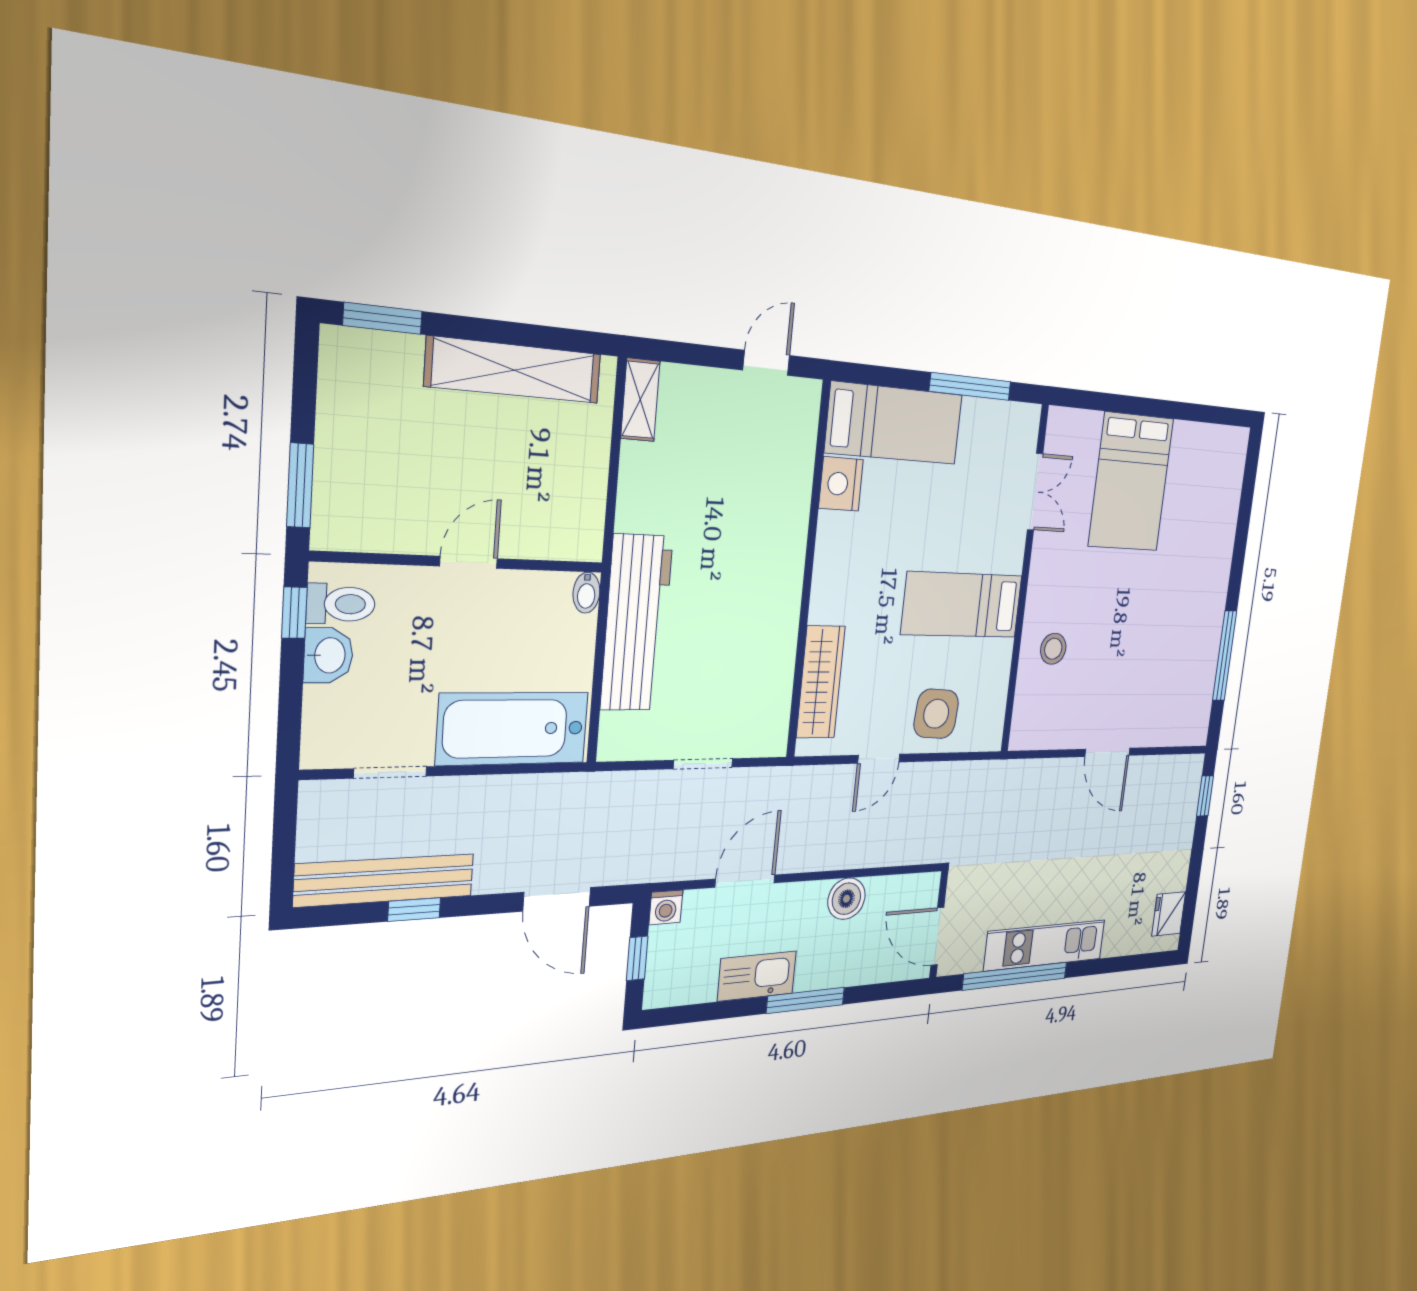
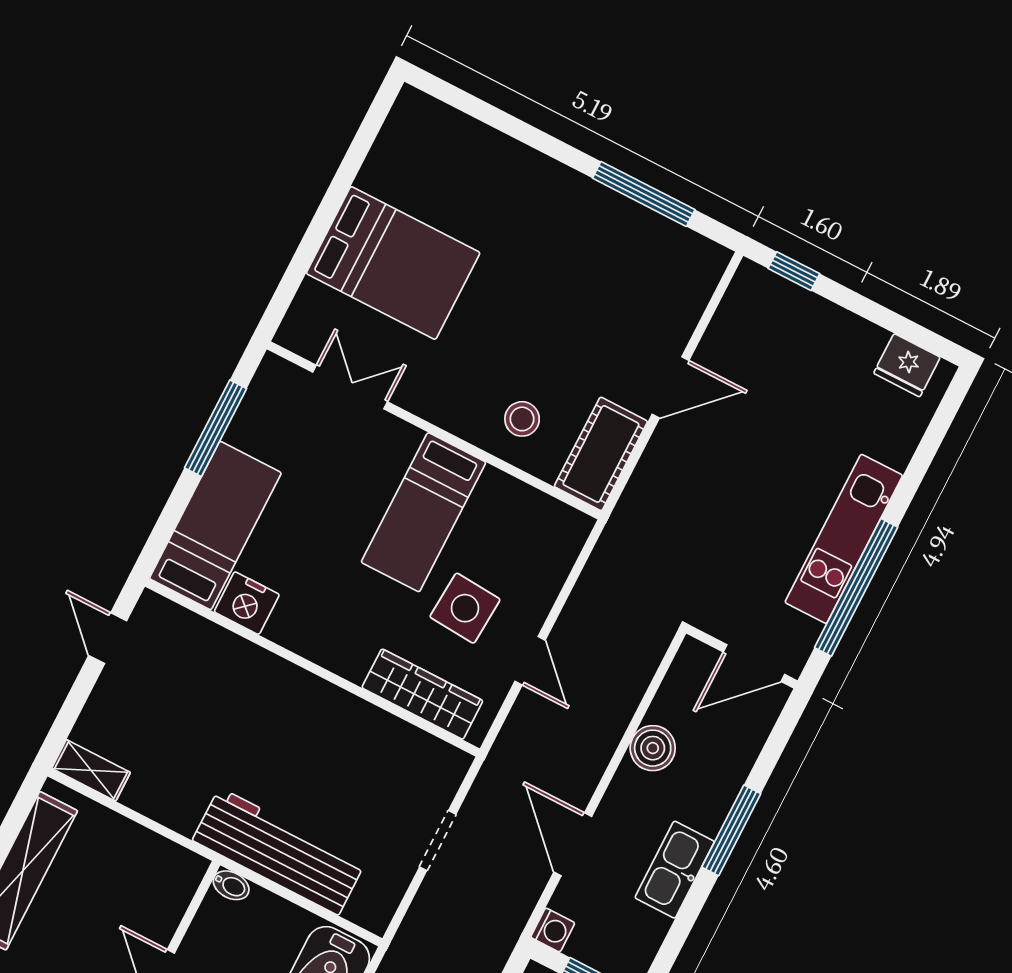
side table: (936, 714) -> (465, 608), moved
cot: (1047, 726) -> (601, 454), added

